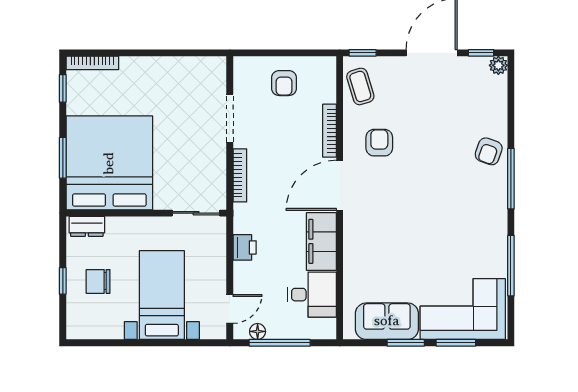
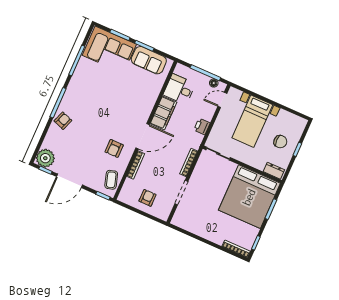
plant: (498, 65) -> (45, 158), width x1.88, depth x1.88

